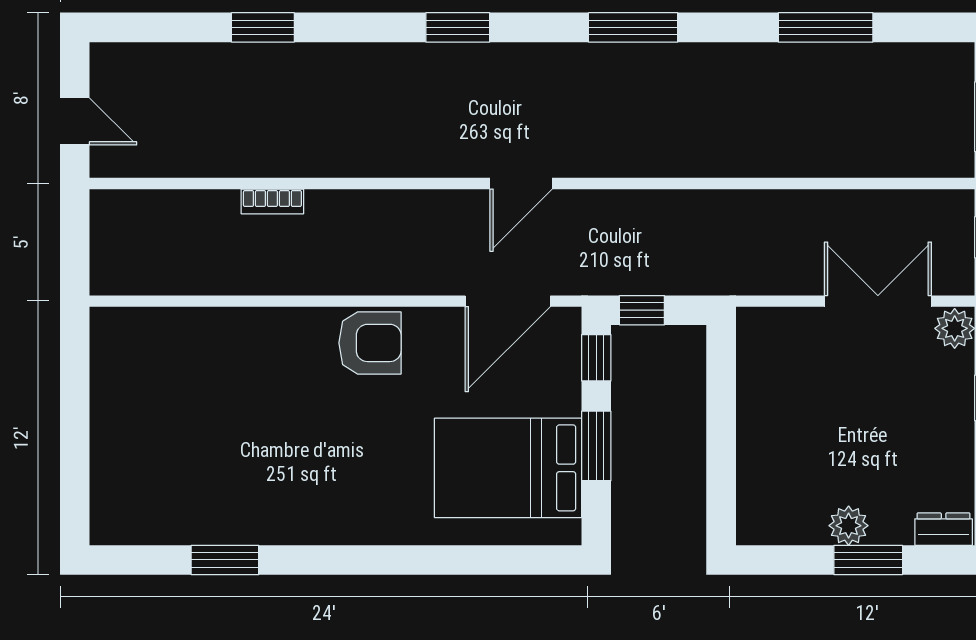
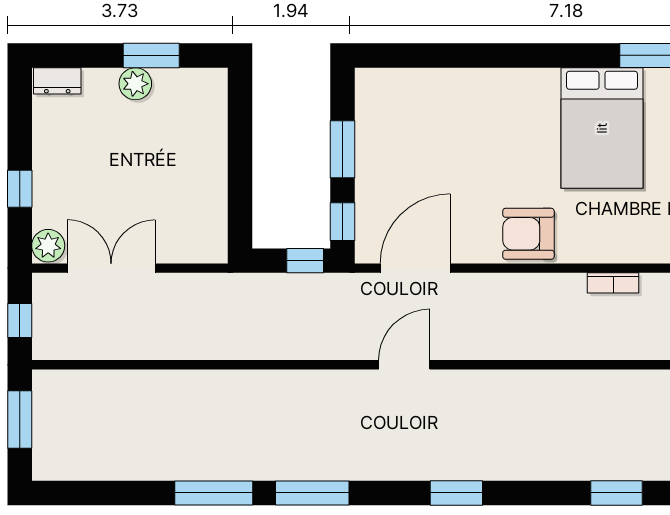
window: (826, 27) -> (214, 493), moved
bookcase: (272, 201) -> (613, 283), moved, turned 180
double door: (878, 301) -> (111, 268), swing flipped
bed: (508, 468) -> (602, 128), moved, turned 90
window: (868, 560) -> (151, 55), moved

